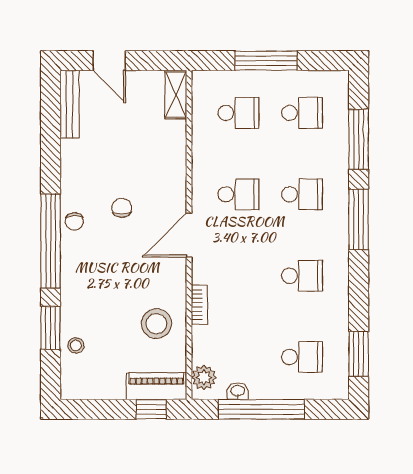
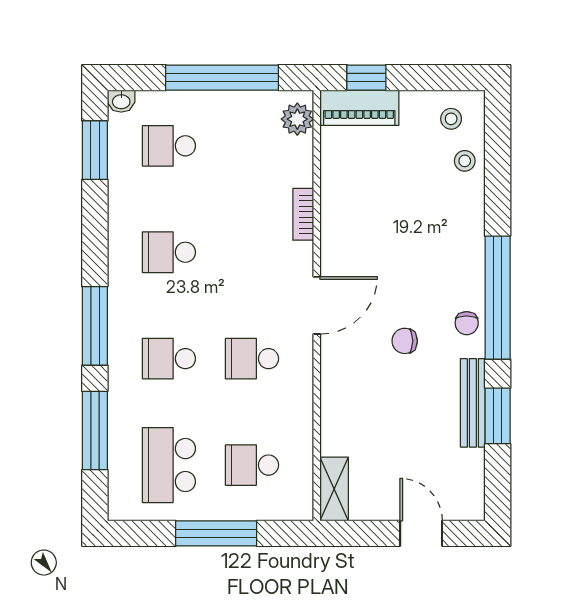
bench: (70, 104) -> (473, 403), moved
school desk: (302, 113) -> (169, 465), width x1.85
chair: (122, 208) -> (405, 341), turned 90
chair: (74, 221) -> (467, 323), turned 180
stool: (156, 324) -> (451, 119), moved, width x0.53, depth x0.53
window: (51, 328) -> (498, 416), moved
washbasin: (238, 391) -> (121, 101), moved

